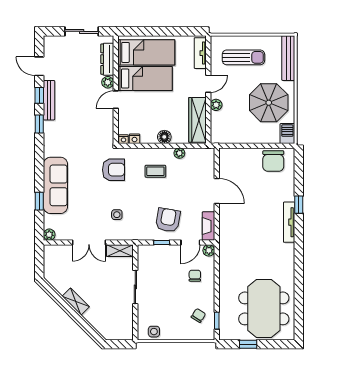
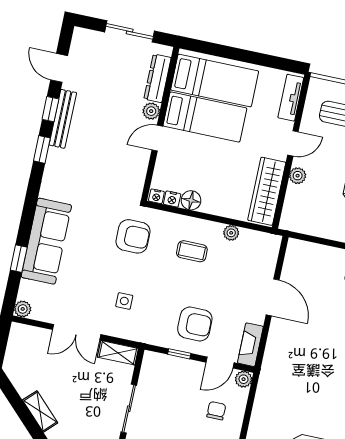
floor lamp: (164, 137) -> (191, 200), moved
armchair: (168, 220) -> (195, 324), turned 80

